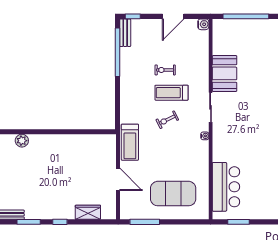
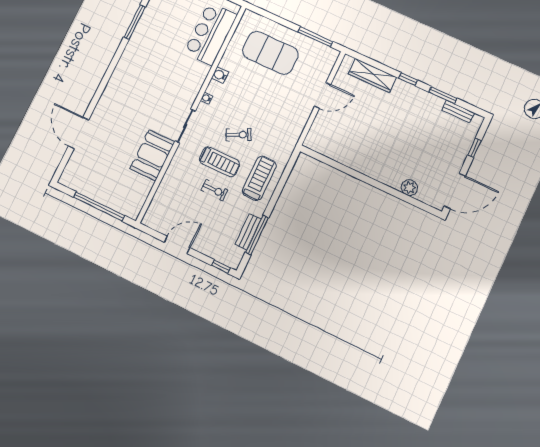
water cooler: (203, 24) -> (220, 75), moved
bench: (125, 33) -> (248, 232), moved
window: (117, 52) -> (257, 235), width x0.68
treadmill: (130, 142) -> (259, 178), moved
door: (118, 179) -> (323, 95), swing flipped
wardrobe: (88, 212) -> (372, 75), width x1.50

